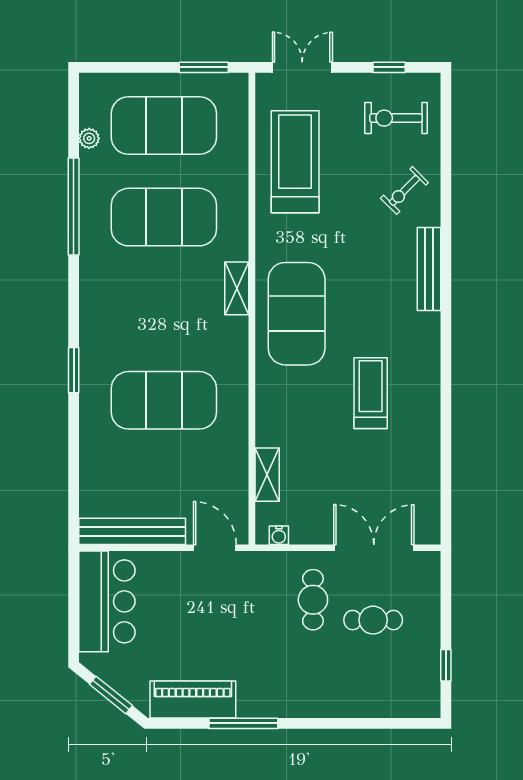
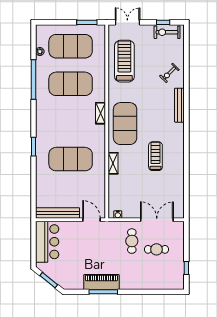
exercise bike: (396, 118) -> (167, 32), moved
shelving: (267, 475) -> (113, 163), moved
piano: (193, 700) -> (101, 282), moved

